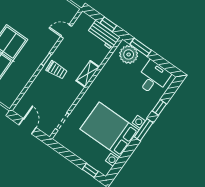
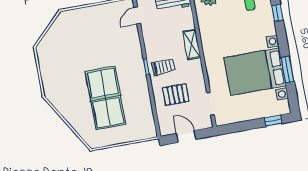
door: (66, 31) -> (137, 15), moved
pallet: (47, 94) -> (176, 95), added
window: (144, 130) -> (288, 70), moved

